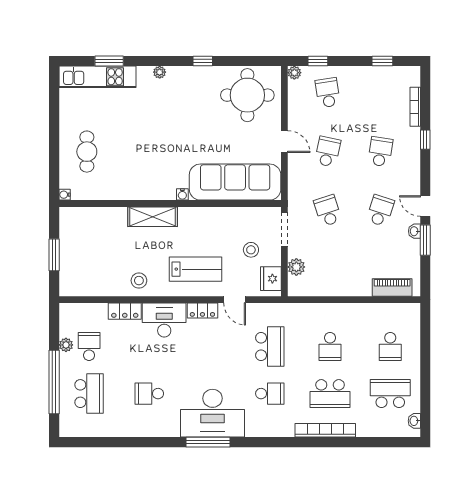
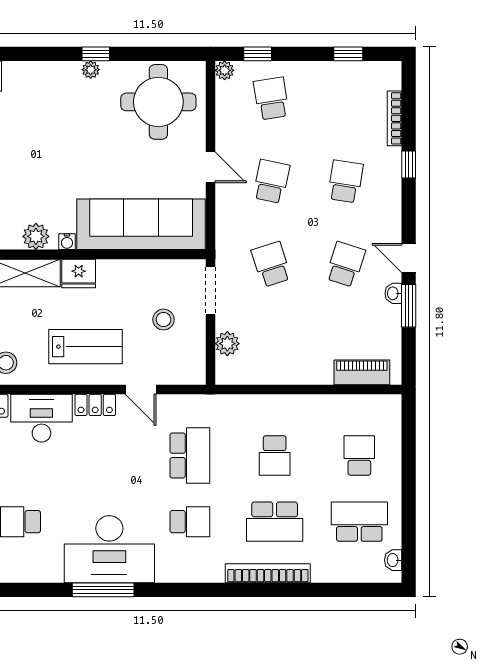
plant: (160, 72) -> (91, 70), moved
plant: (160, 191) -> (36, 236), added
fridge: (271, 279) -> (79, 273), moved, turned -90
school desk: (390, 346) -> (359, 455), turned 180

